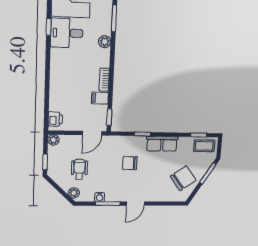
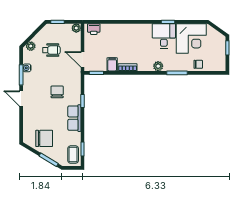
chair: (183, 178) -> (44, 138), turned -54

